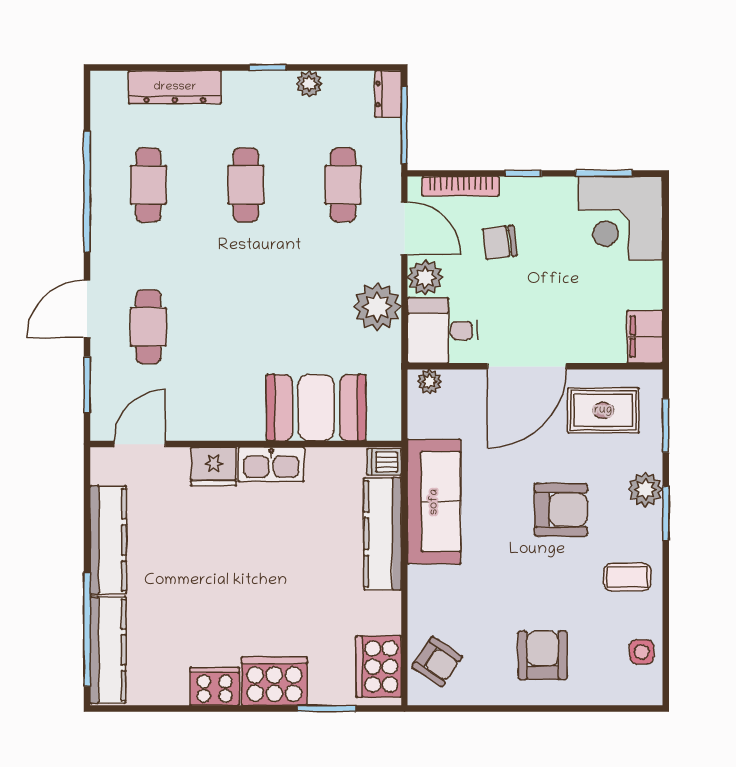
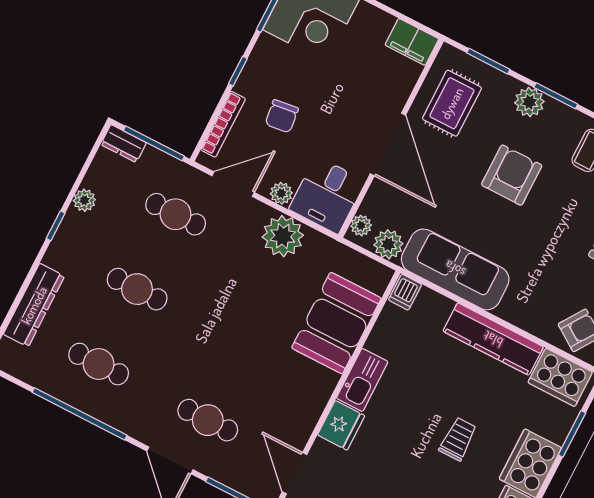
plant: (425, 278) -> (281, 193), width x0.73, depth x0.73
plant: (425, 420) -> (388, 244), added
kitchen counter: (383, 534) -> (493, 339), moved
trolley: (261, 594) -> (458, 439), added

